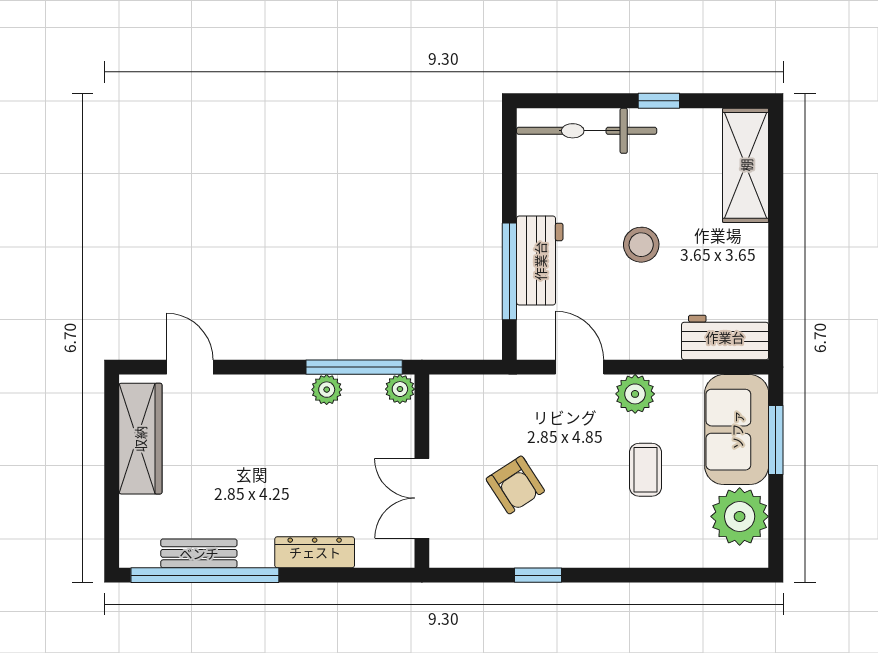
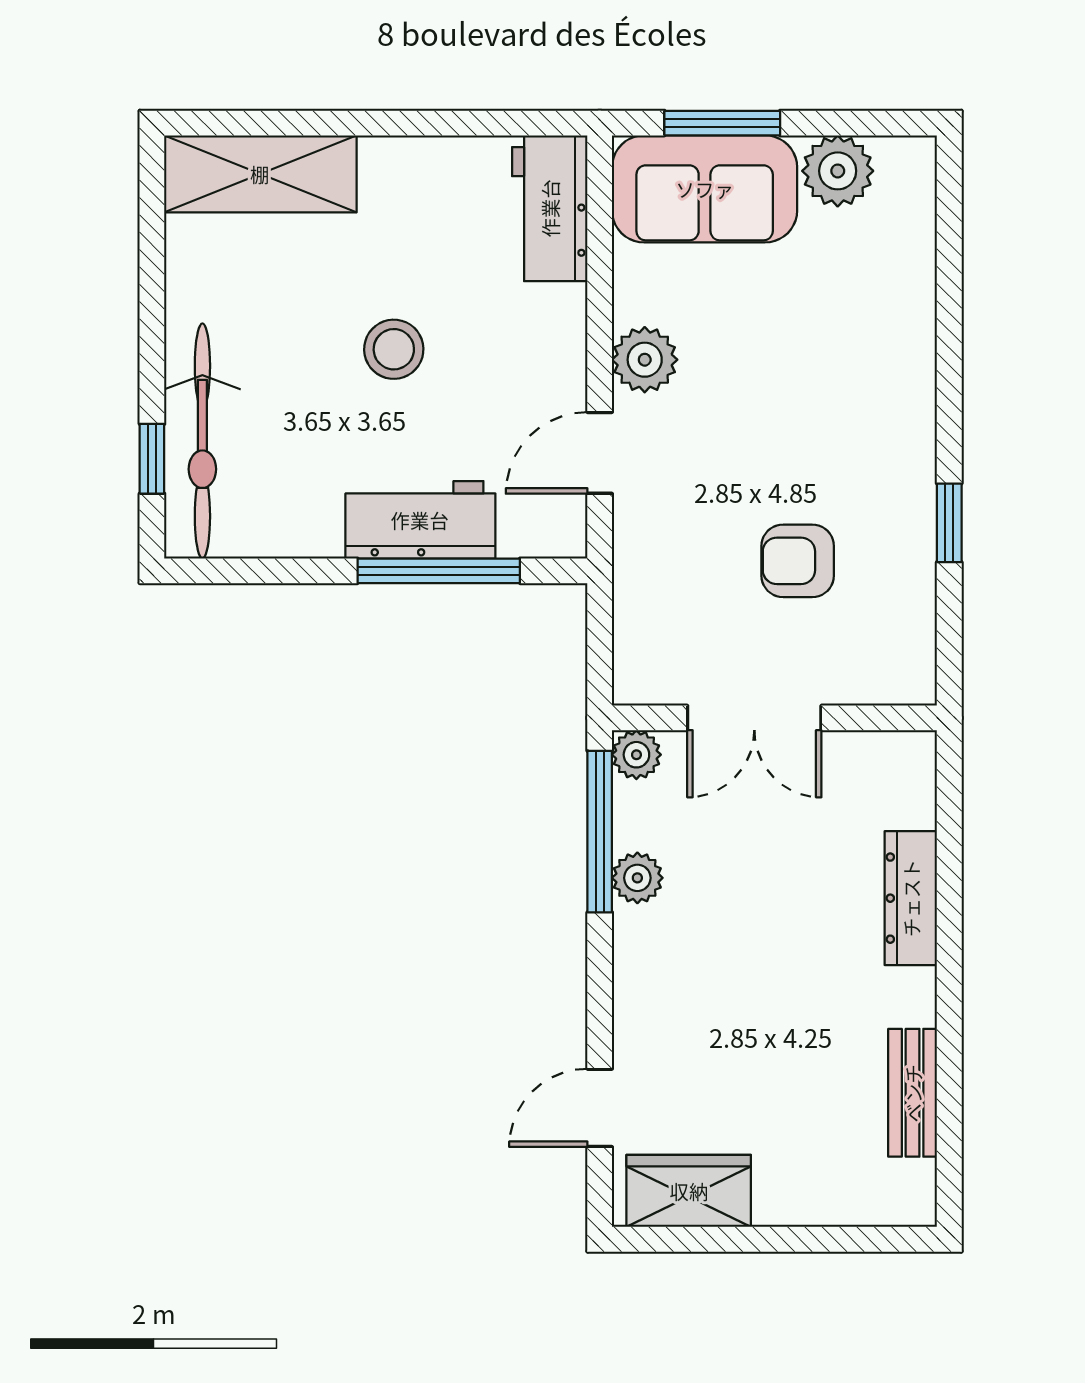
window: (659, 101) -> (152, 459), moved
wardrobe: (140, 439) -> (689, 1191), width x0.67
coffee table: (646, 470) -> (772, 342), removed
armchair: (515, 485) -> (798, 561), turned -147
double door: (422, 498) -> (754, 718), moved
plant: (740, 516) -> (838, 171), width x0.73, depth x0.73
window: (205, 575) -> (949, 1083), removed

